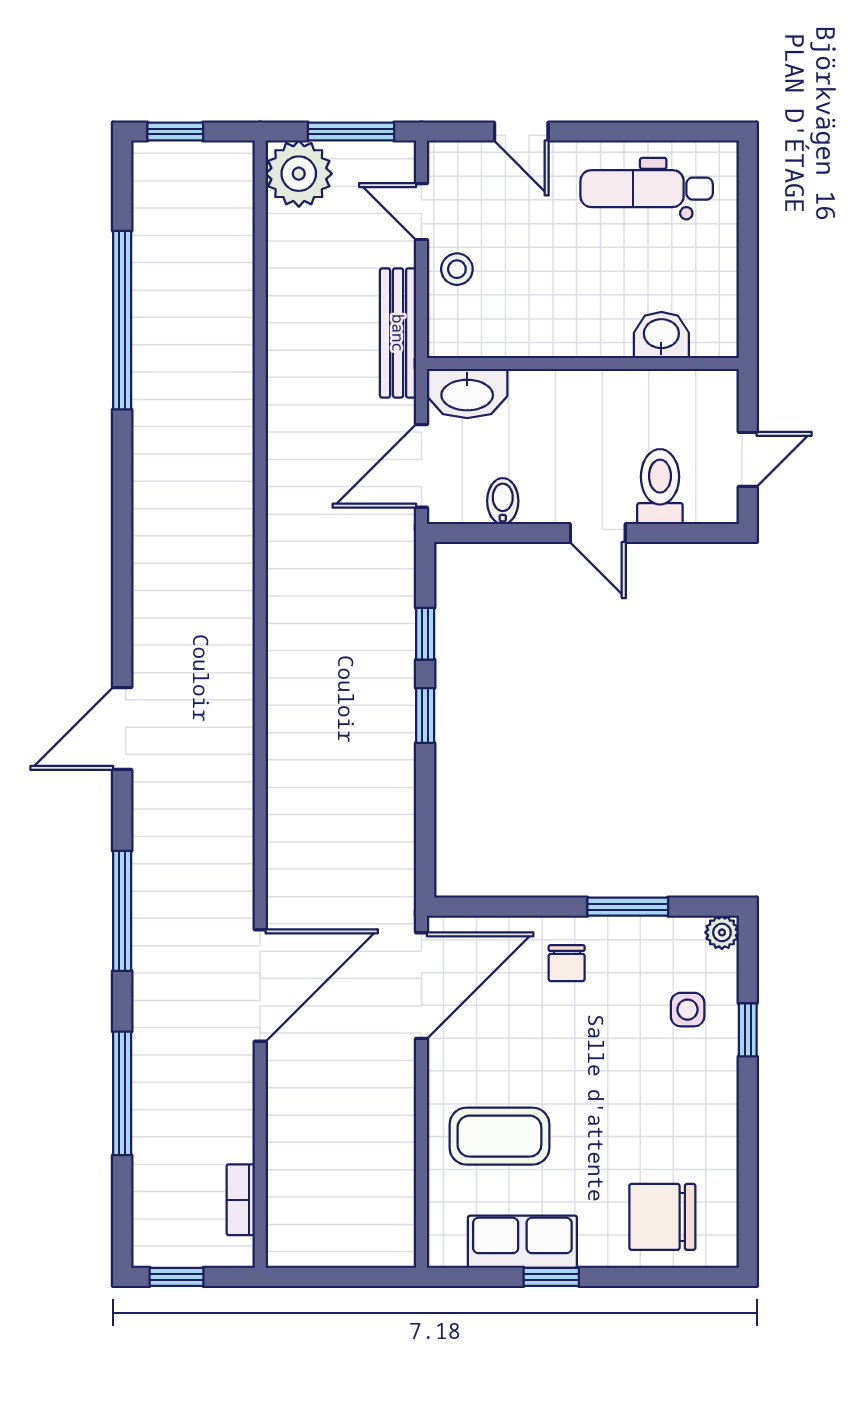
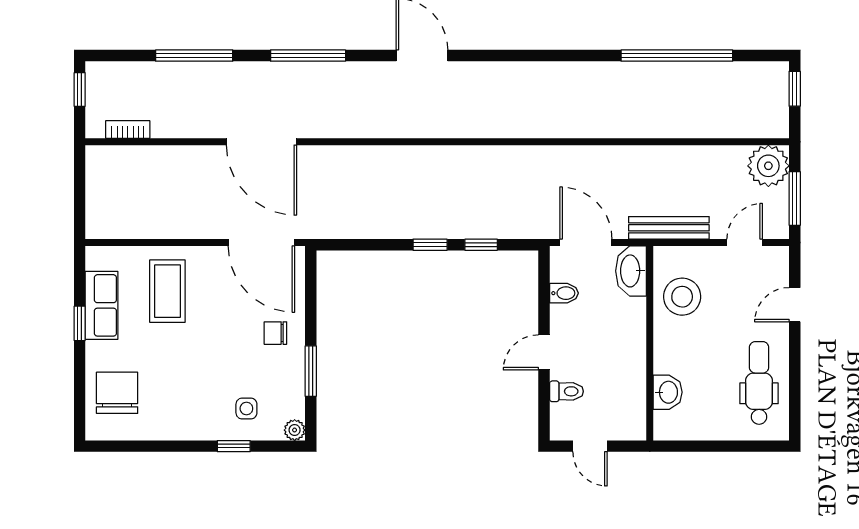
stool: (457, 269) -> (682, 297), moved, width x1.89, depth x1.89
toilet: (660, 487) -> (566, 391), width x0.73, depth x0.72

